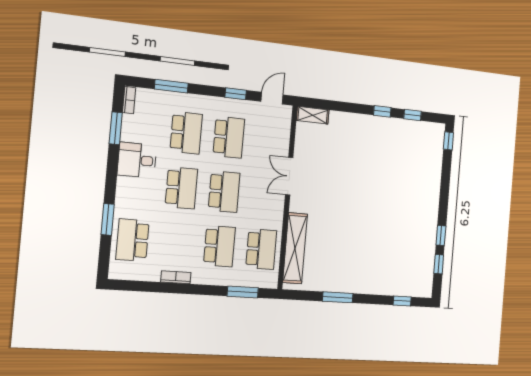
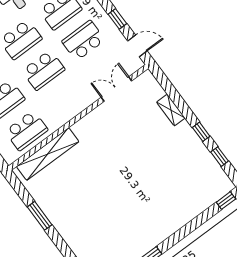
shelving: (313, 115) -> (171, 110), moved
school desk: (229, 137) -> (83, 41), turned 180
double door: (289, 176) -> (116, 89), moved

